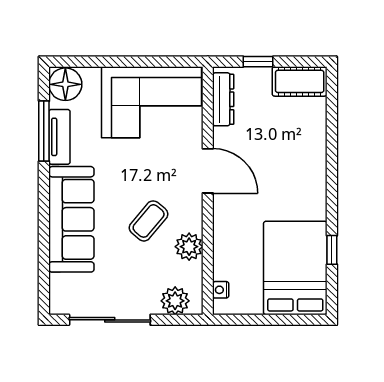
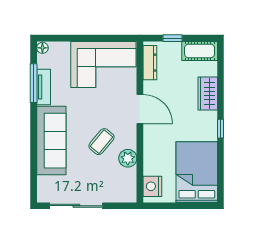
floor lamp: (65, 84) -> (42, 48), width x0.53, depth x0.53
wardrobe: (312, 147) -> (208, 93), added
window: (332, 250) -> (221, 129), moved
nightstand: (221, 290) -> (152, 186), width x1.89, depth x1.79
plant: (175, 301) -> (119, 193), removed

